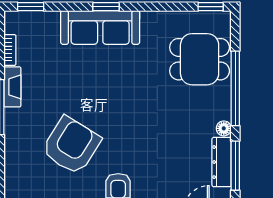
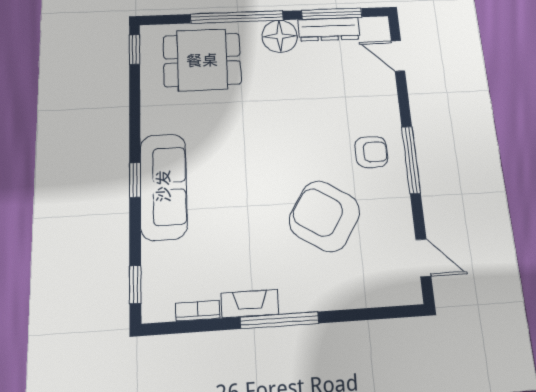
dining table: (200, 59) -> (202, 60), turned 90
floor lamp: (224, 128) -> (280, 36), width x1.89, depth x1.89

